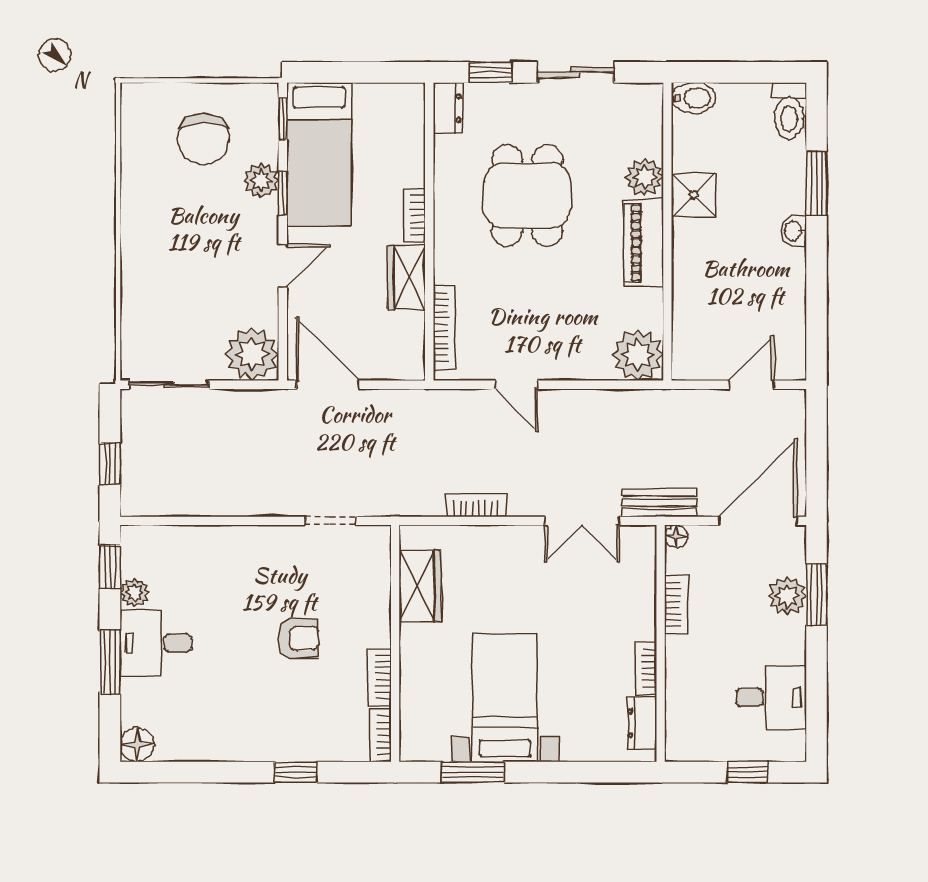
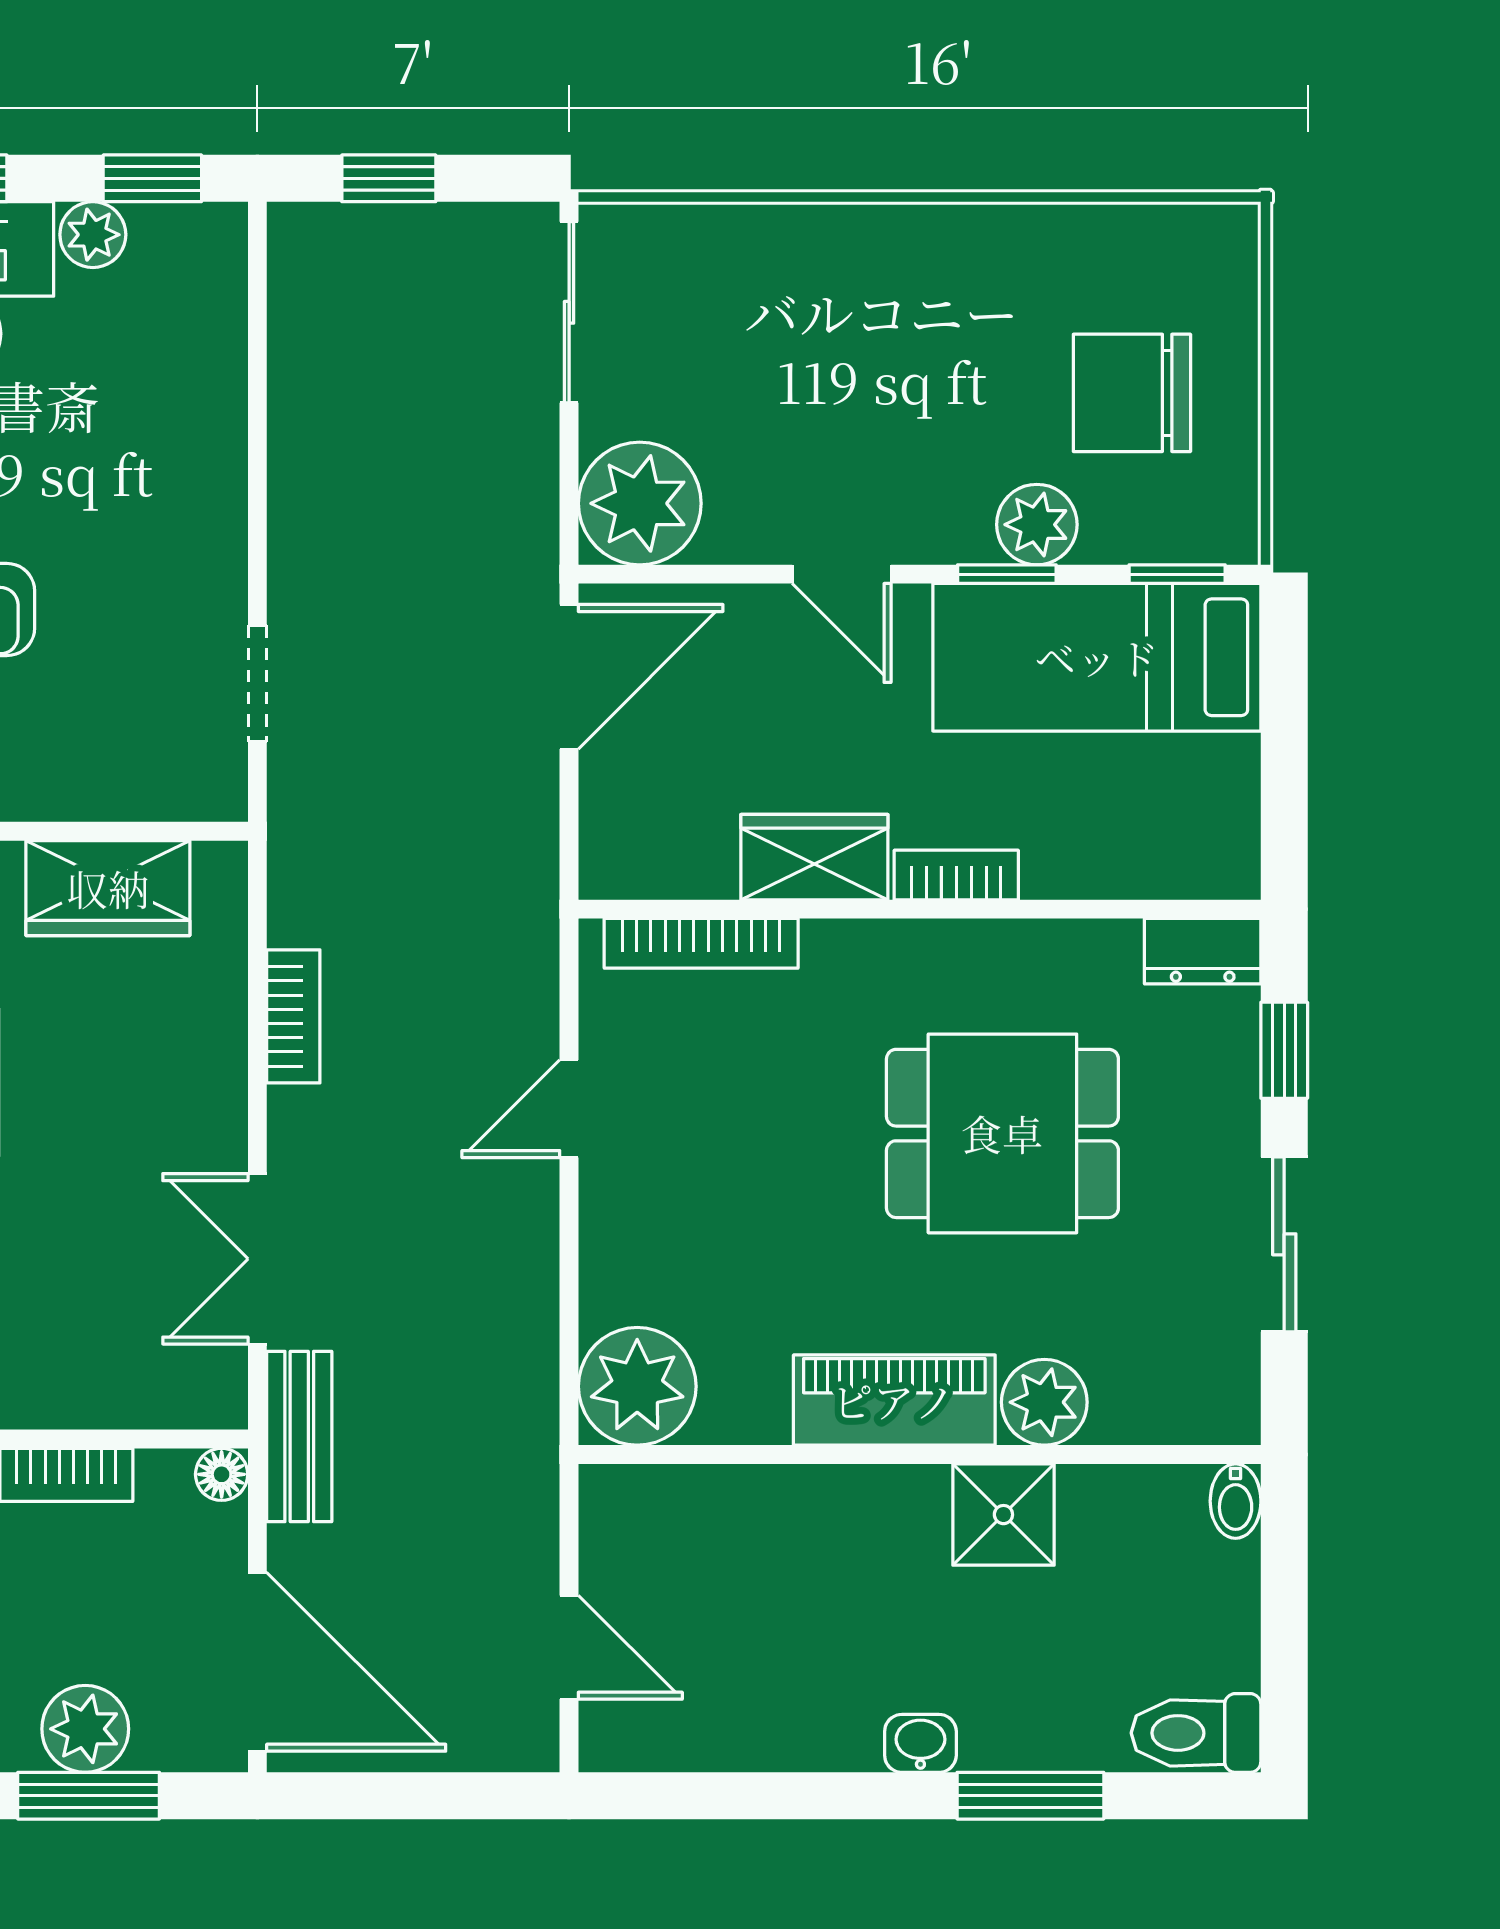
bidet: (694, 98) -> (1236, 1501), width x0.72, depth x0.74

